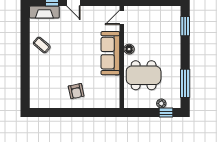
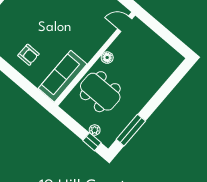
window: (185, 26) -> (174, 80), removed
sofa: (110, 53) -> (63, 76), moved
armchair: (76, 91) -> (29, 55), turned -78

